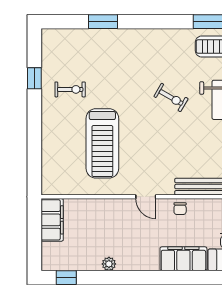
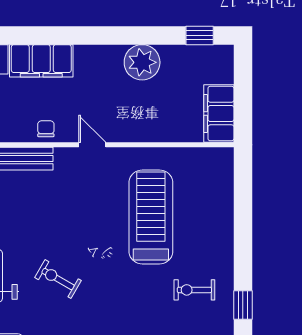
plant: (109, 264) -> (142, 62), width x1.87, depth x1.87

